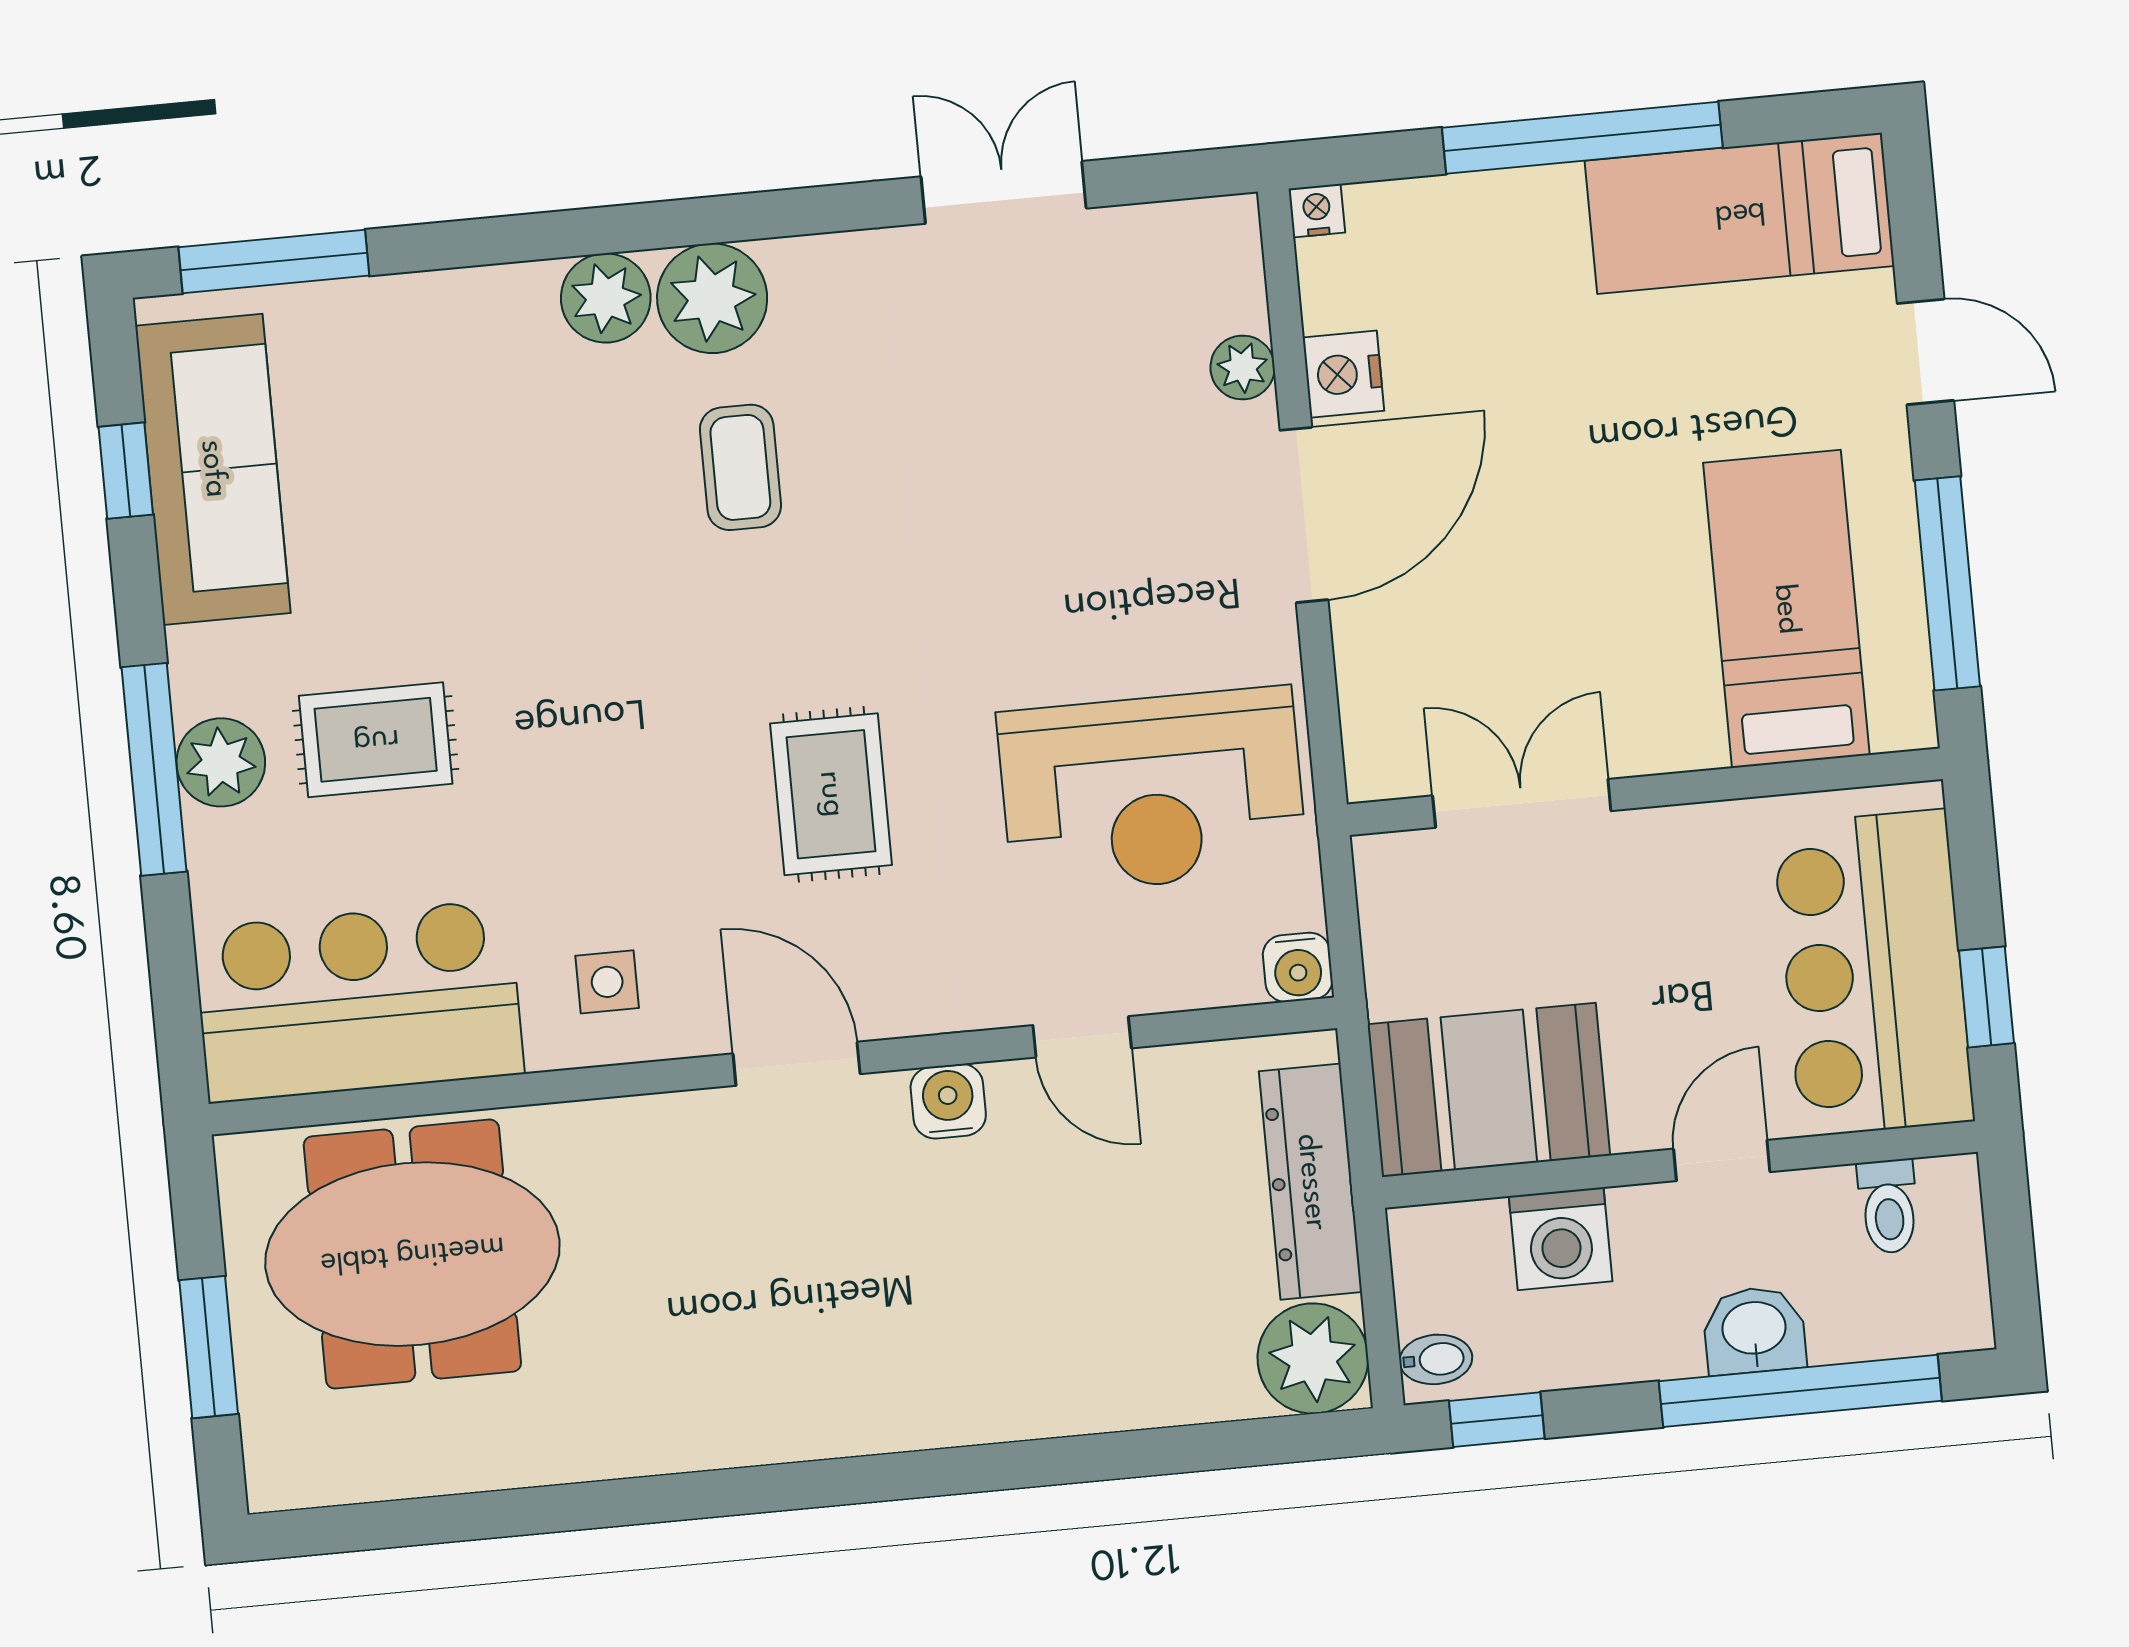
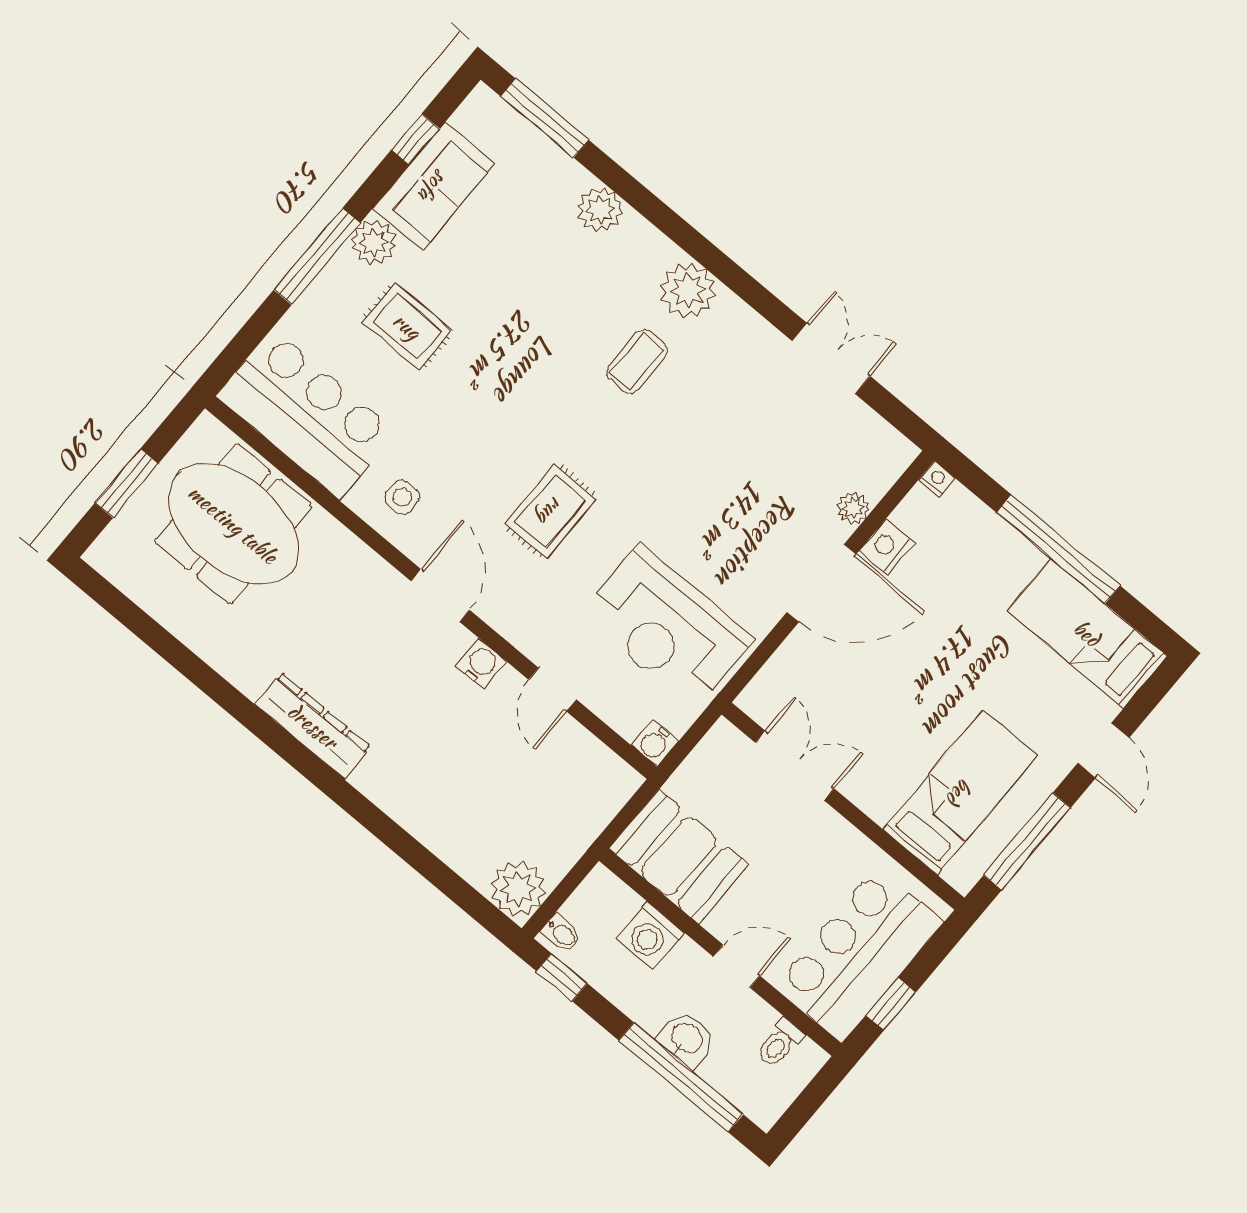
plant: (606, 298) -> (600, 210), moved
sofa: (213, 469) -> (434, 186), width x0.73
plant: (221, 762) -> (374, 242), moved
dresser: (1311, 1182) -> (313, 726), moved, turned 90

